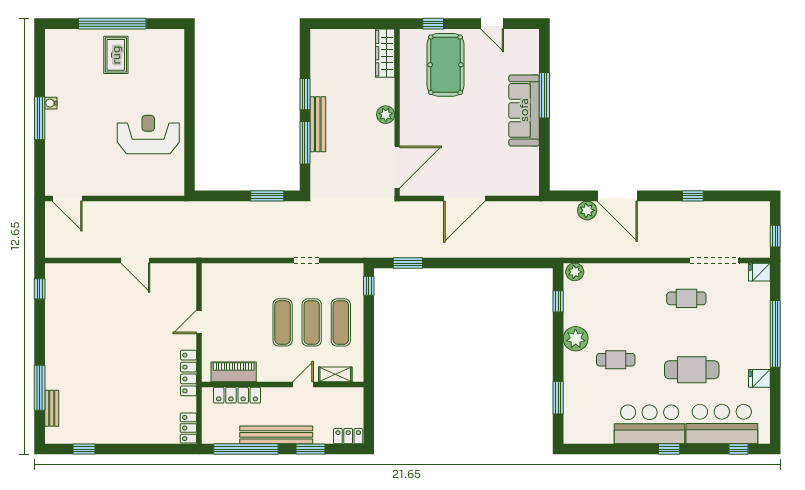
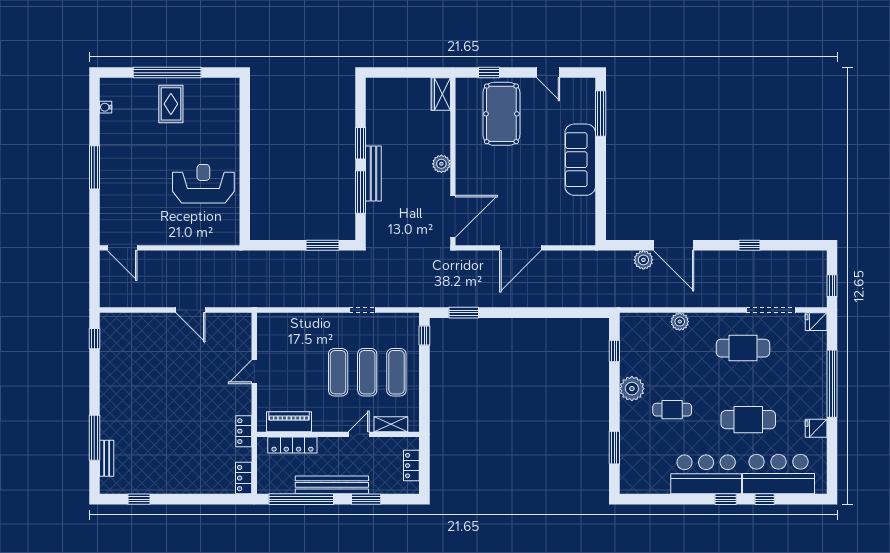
wardrobe: (385, 53) -> (441, 94), width x0.67
window: (544, 95) -> (601, 113), moved
water cooler: (51, 103) -> (106, 107), moved
plant: (575, 272) -> (680, 322), moved
cafe table: (686, 298) -> (743, 348), width x1.37, depth x1.35
locker: (189, 373) -> (244, 431), width x0.66
locker: (348, 436) -> (411, 466), moved, turned -90
window: (739, 449) -> (765, 499), moved

